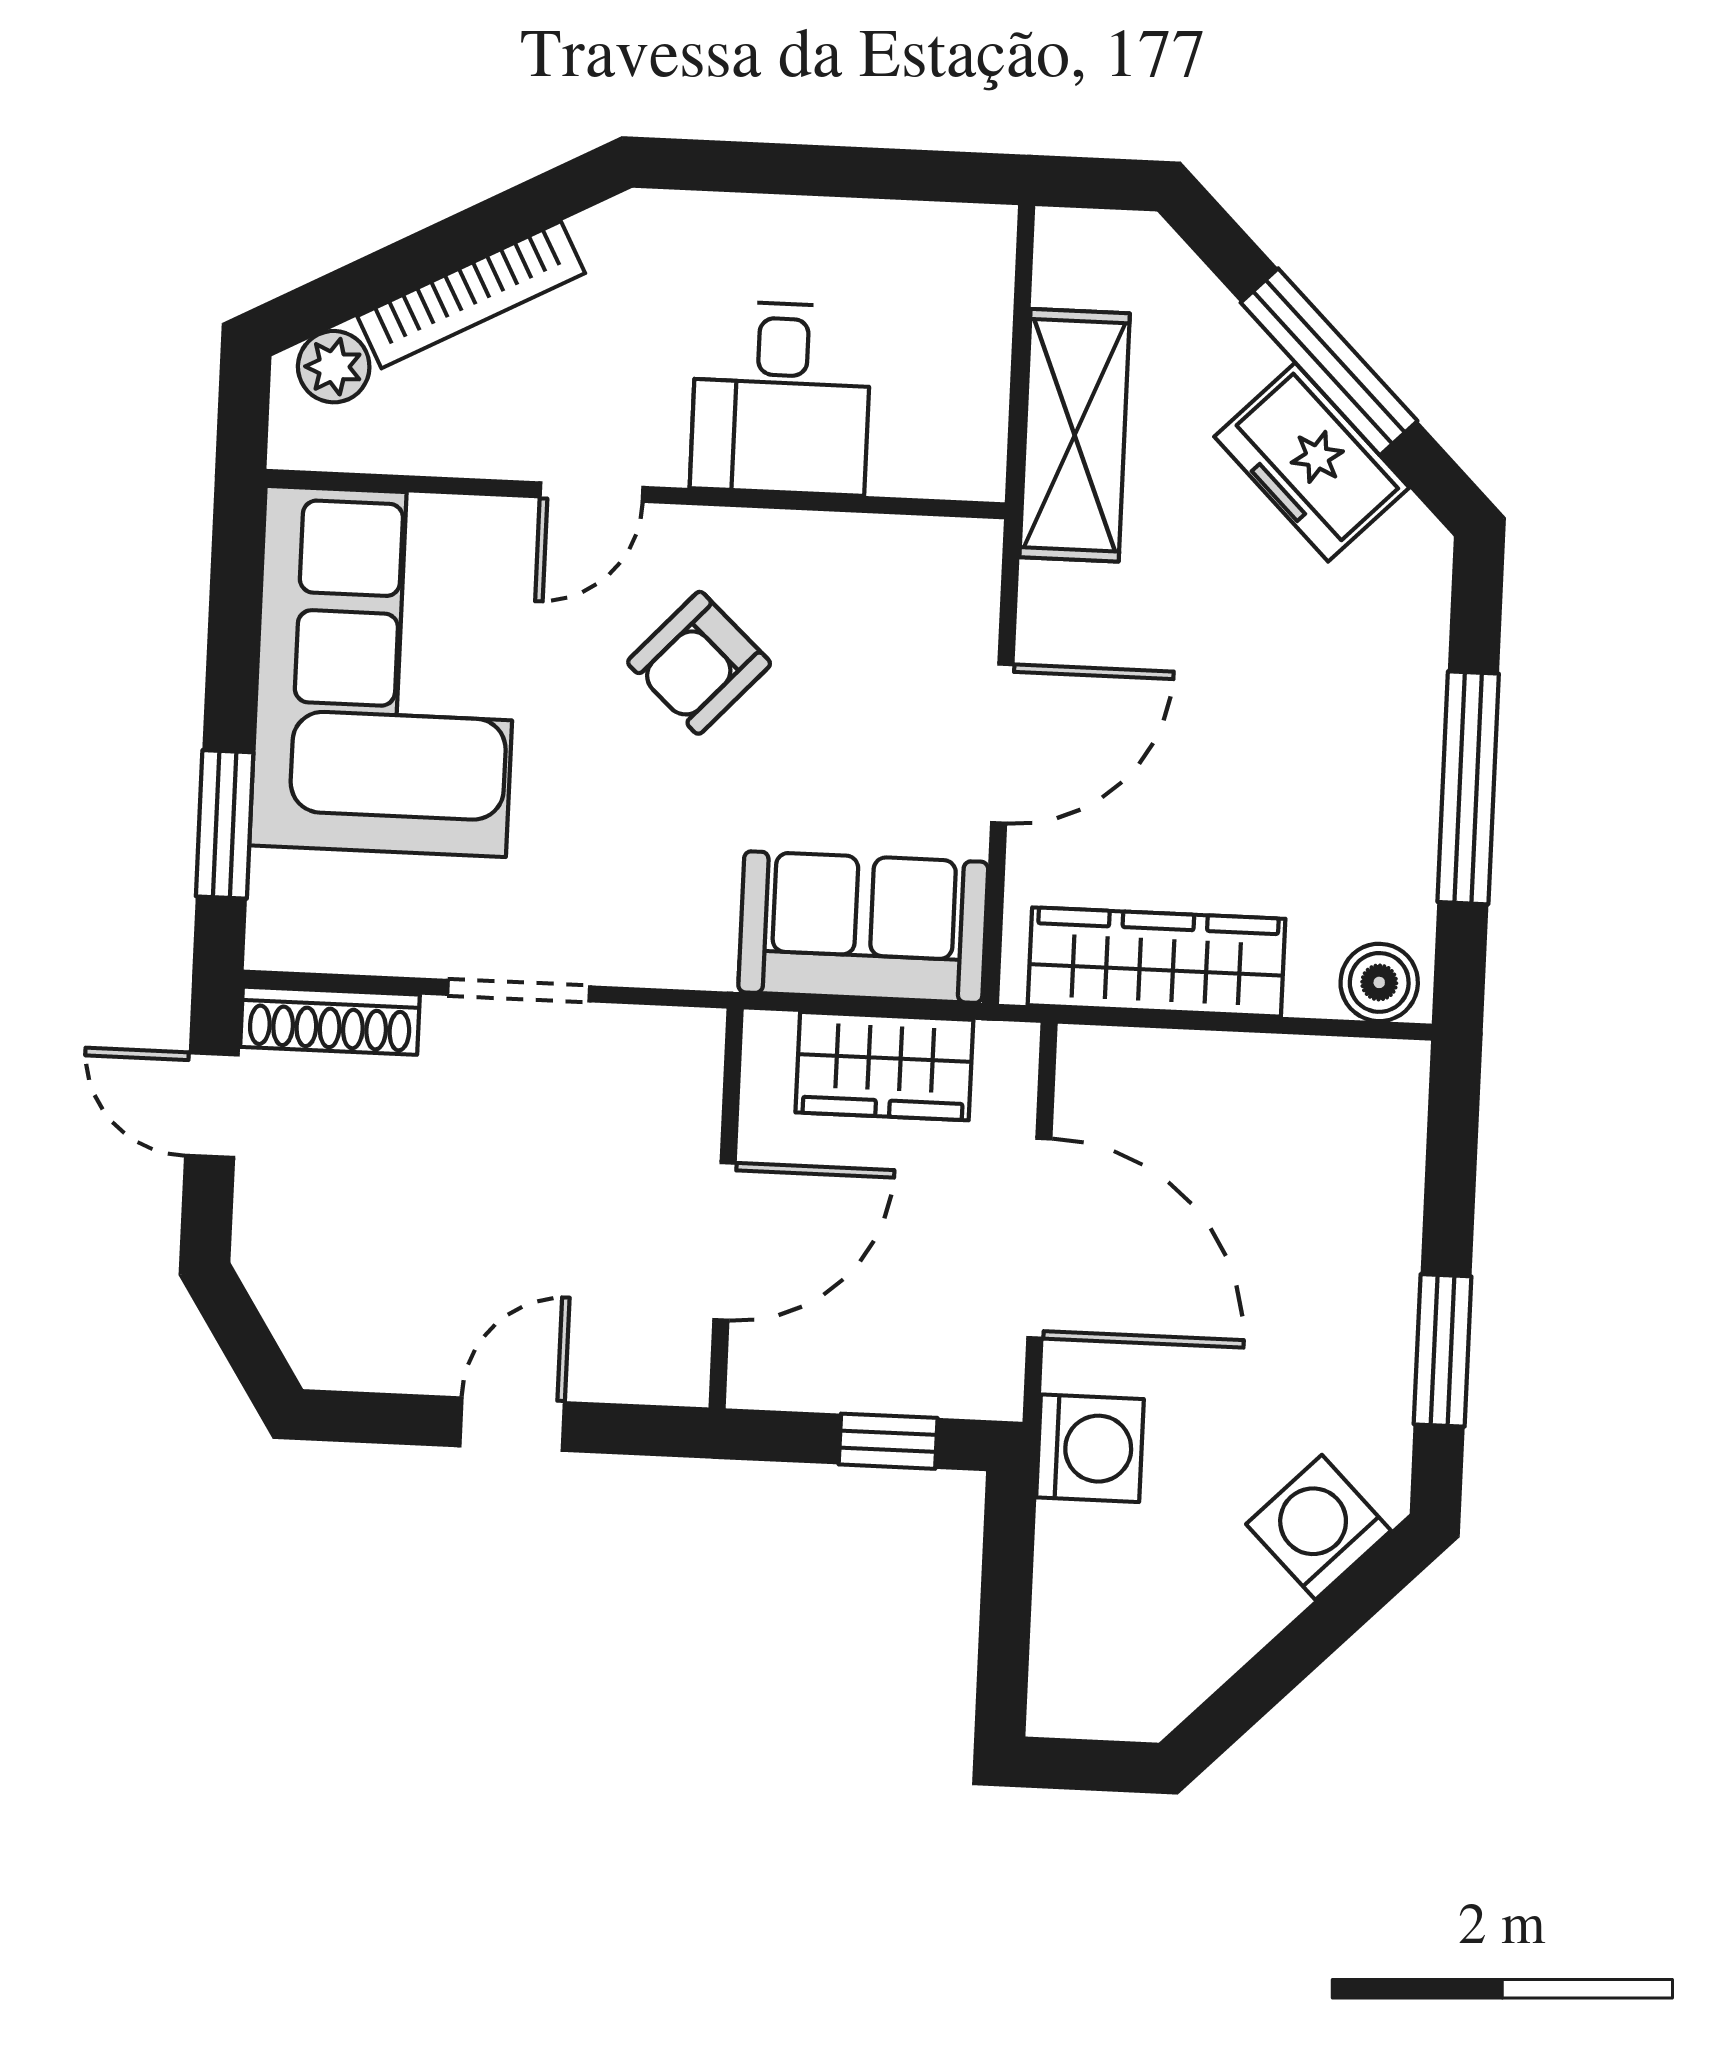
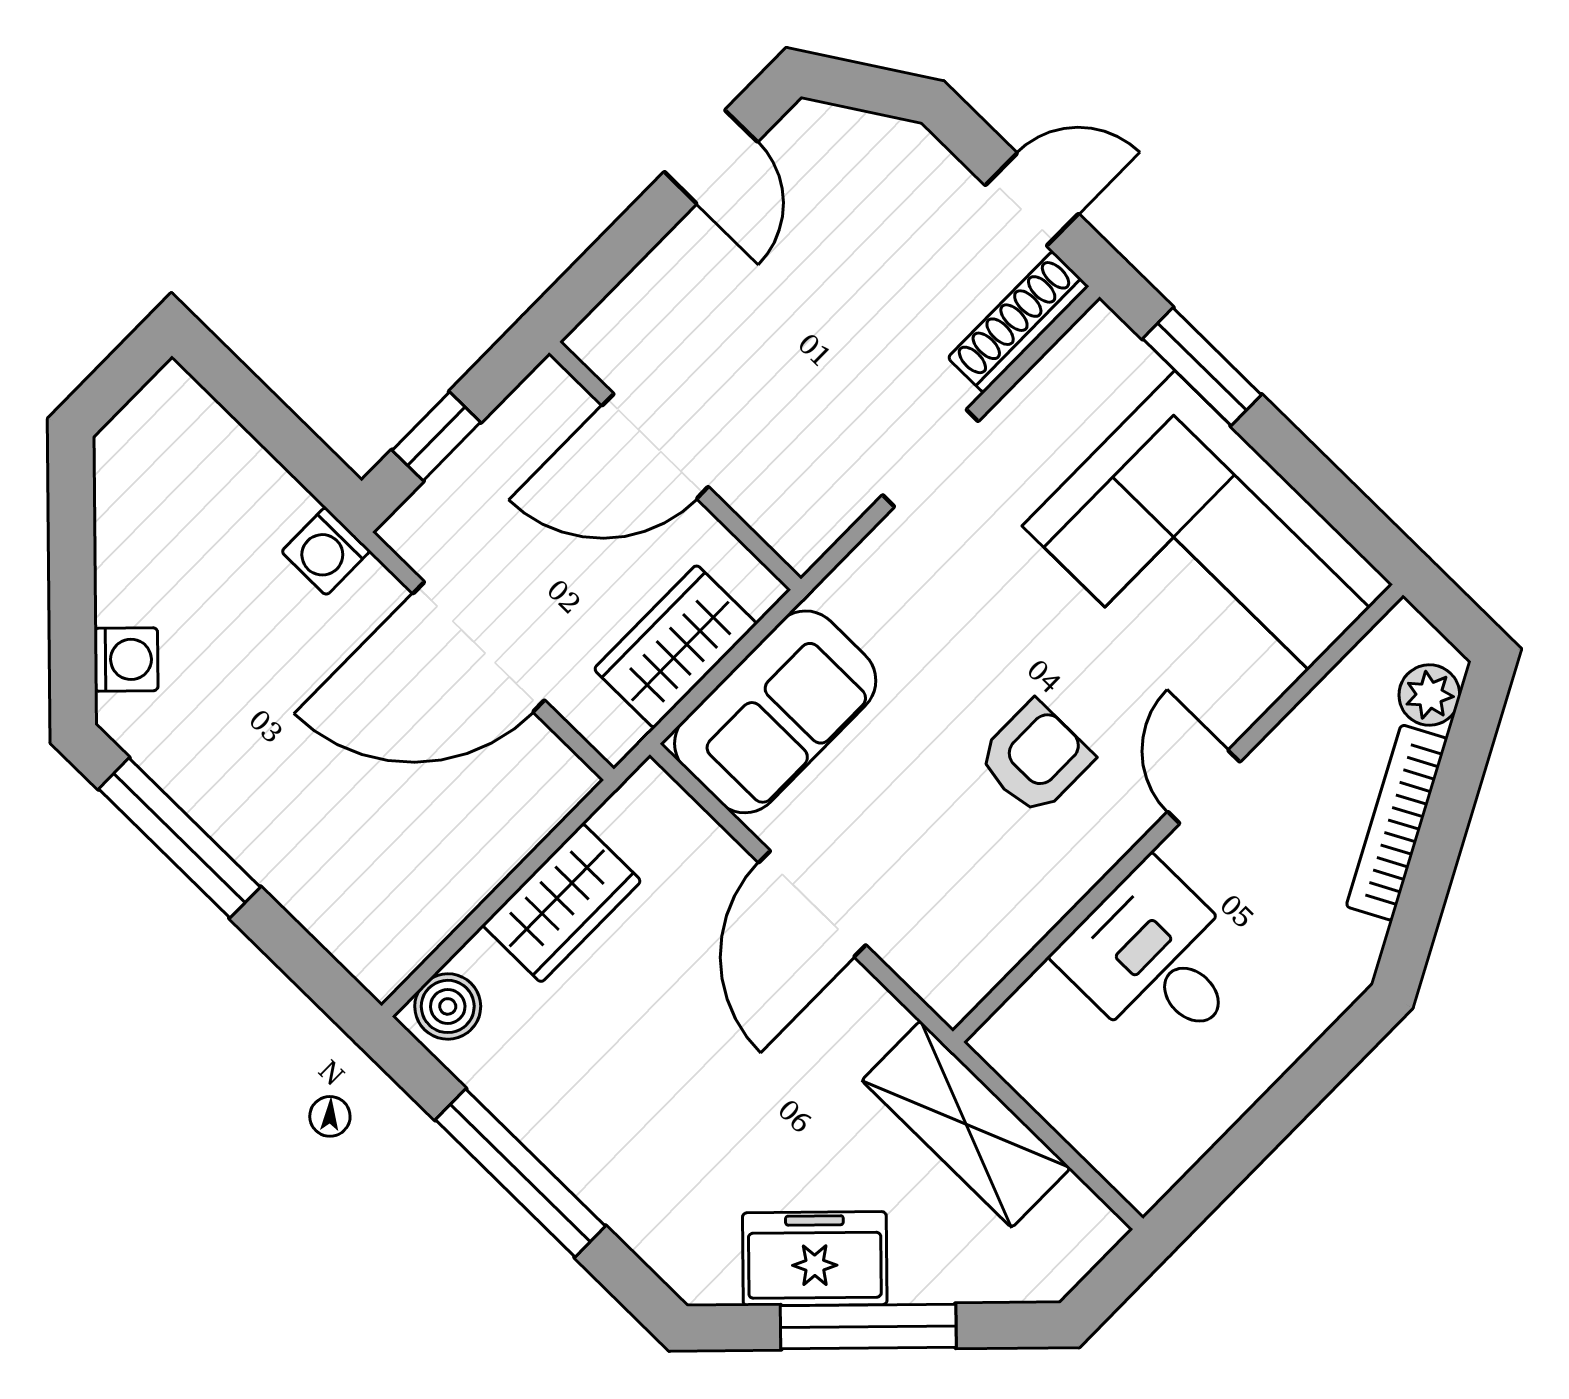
armchair: (699, 663) -> (1035, 758), turned 47
wardrobe: (1157, 962) -> (562, 903), width x0.67
door: (725, 1241) -> (655, 446), hinge flipped
window: (1443, 1350) -> (179, 838), width x1.44
door: (512, 1424) -> (711, 157), moved
washing machine: (1090, 1448) -> (326, 551), width x0.73, depth x0.73
washing machine: (1319, 1527) -> (126, 659), width x0.73, depth x0.73

